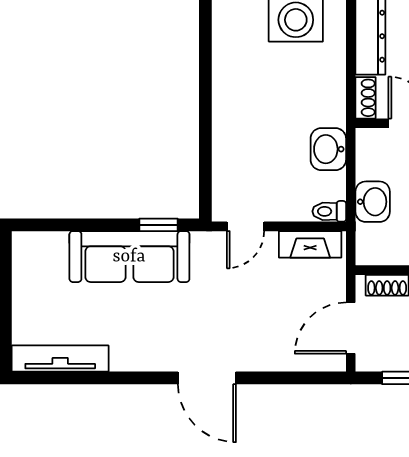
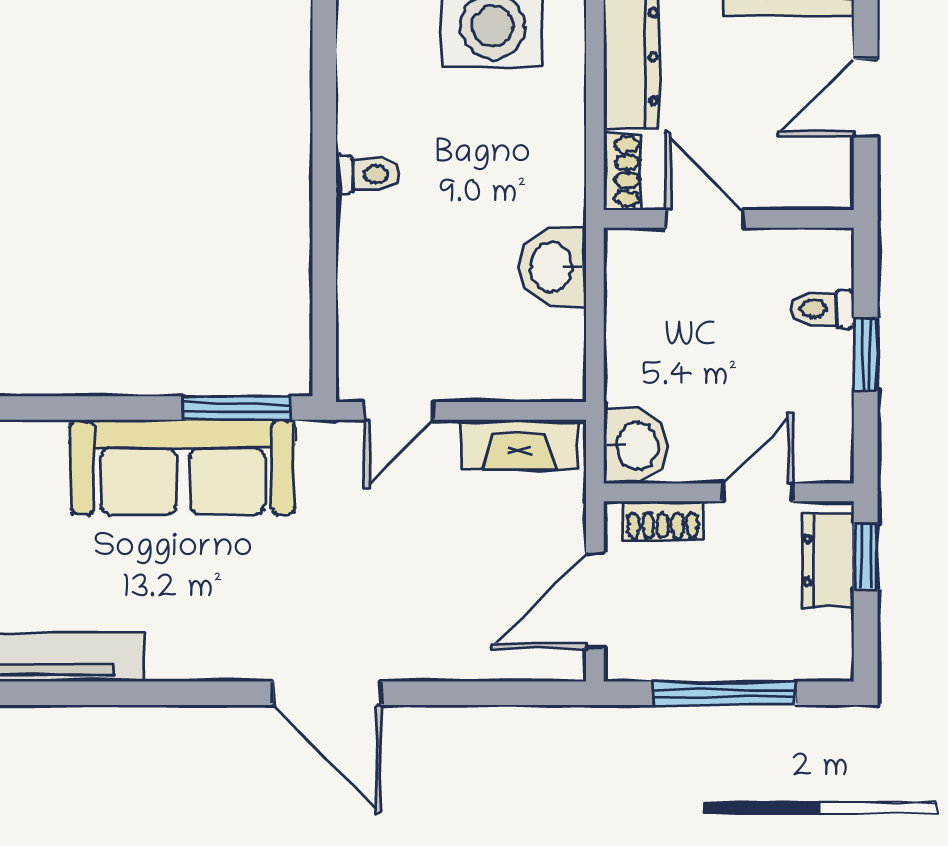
washbasin: (373, 202) -> (636, 446), moved
toilet: (329, 211) -> (367, 174), moved, turned 180
window: (158, 225) -> (237, 408), width x1.50

